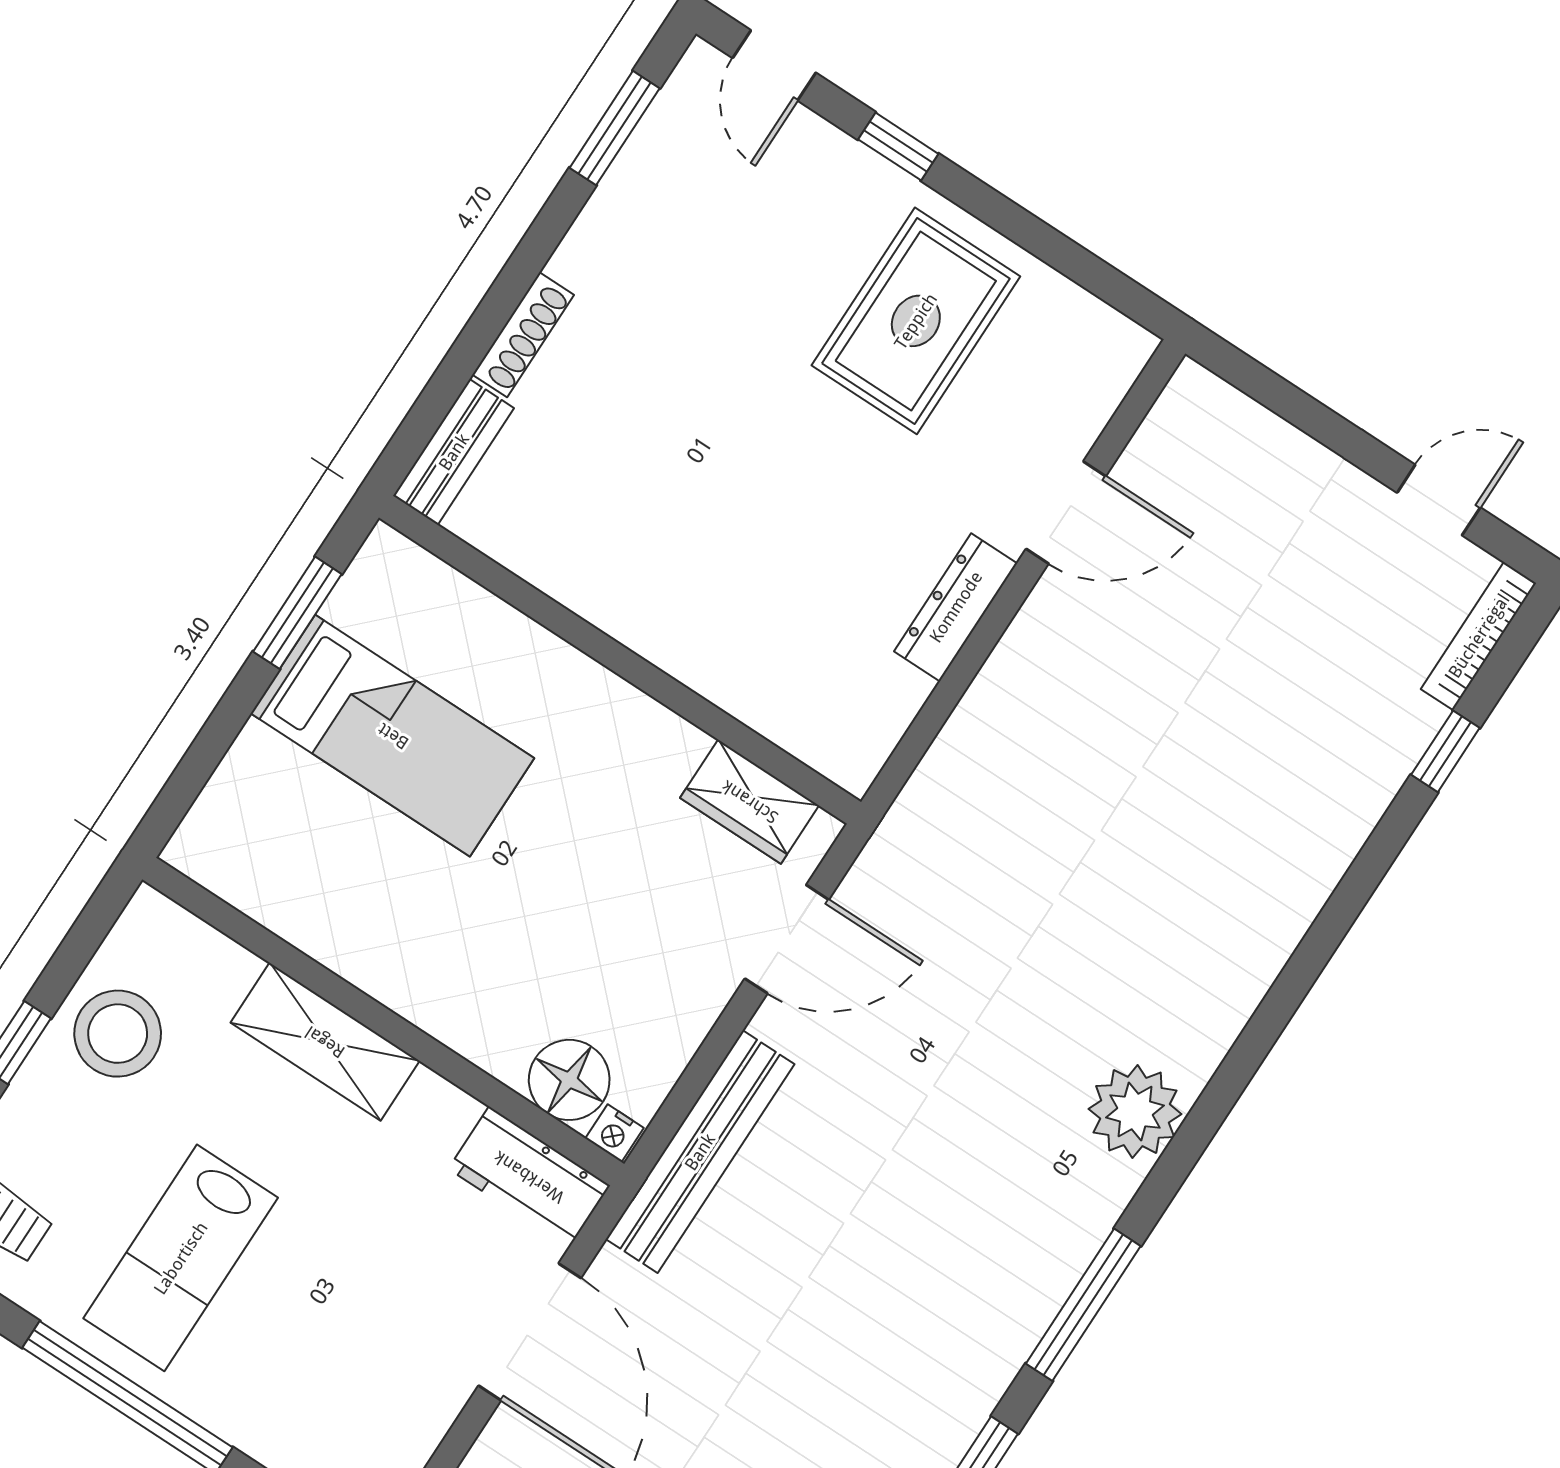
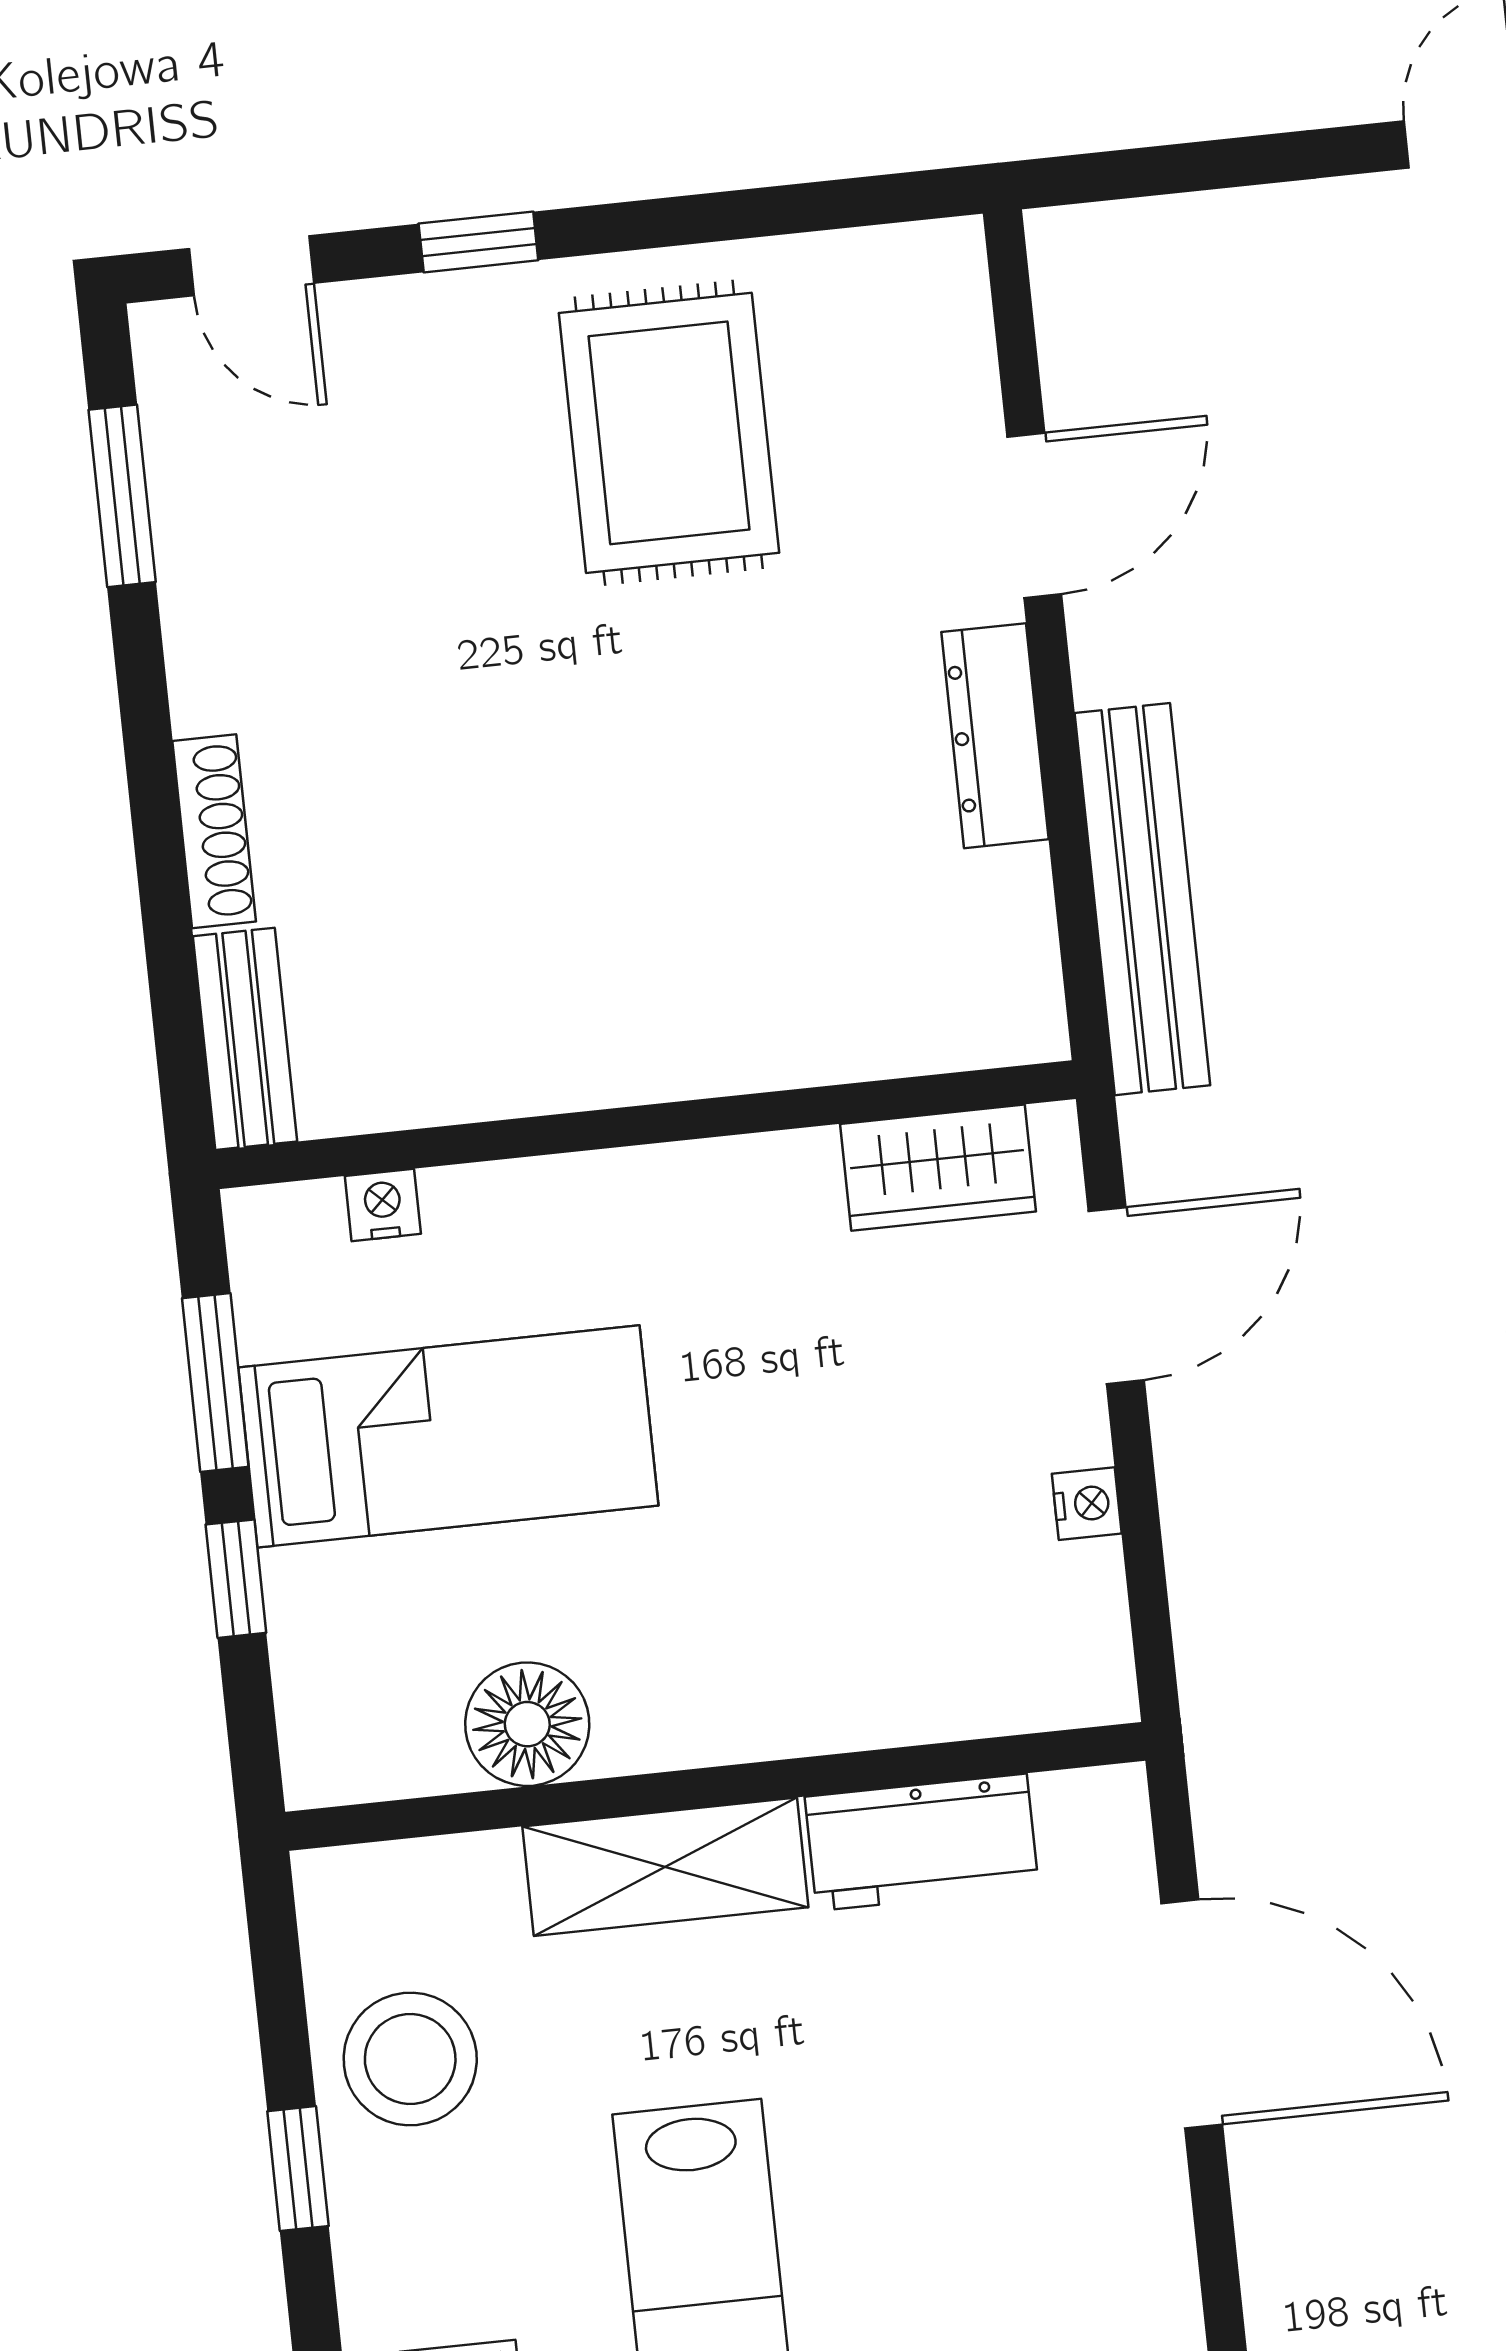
nightstand: (455, 592) -> (383, 1205), added
window: (227, 720) -> (236, 1579), added
floor lamp: (569, 1080) -> (527, 1724), moved
nightstand: (615, 1133) -> (1087, 1504), moved, turned -90
bench: (700, 1152) -> (1142, 899), moved
workbench: (529, 1177) -> (922, 1842), moved

